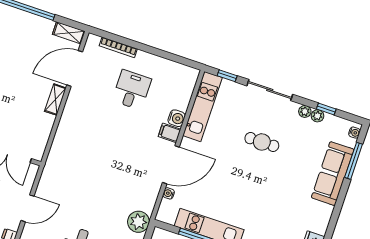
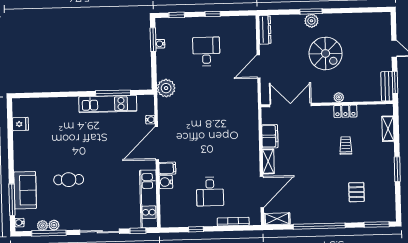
window: (162, 54) -> (196, 229), added
window: (326, 109) -> (49, 233), width x2.17
plant: (305, 111) -> (42, 226), moved
filing cabinet: (43, 127) -> (270, 136), added
cafe table: (262, 142) -> (69, 180), moved
sofa: (333, 174) -> (25, 190), width x0.73

